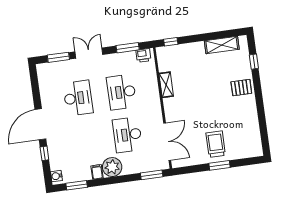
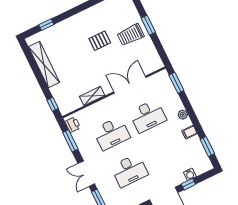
shelving: (222, 45) -> (44, 65), width x1.47
pallet: (241, 88) -> (100, 41), moved, turned 90
desk: (78, 98) -> (129, 170), turned 180
double door: (167, 142) -> (130, 85), moved
plant: (112, 167) -> (183, 115), width x0.53, depth x0.53
water cooler: (56, 176) -> (190, 174), moved

